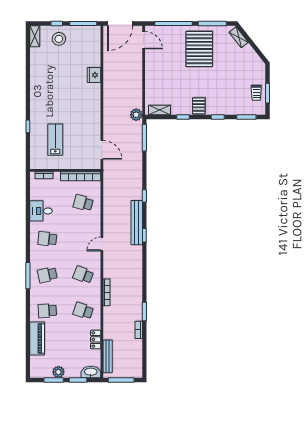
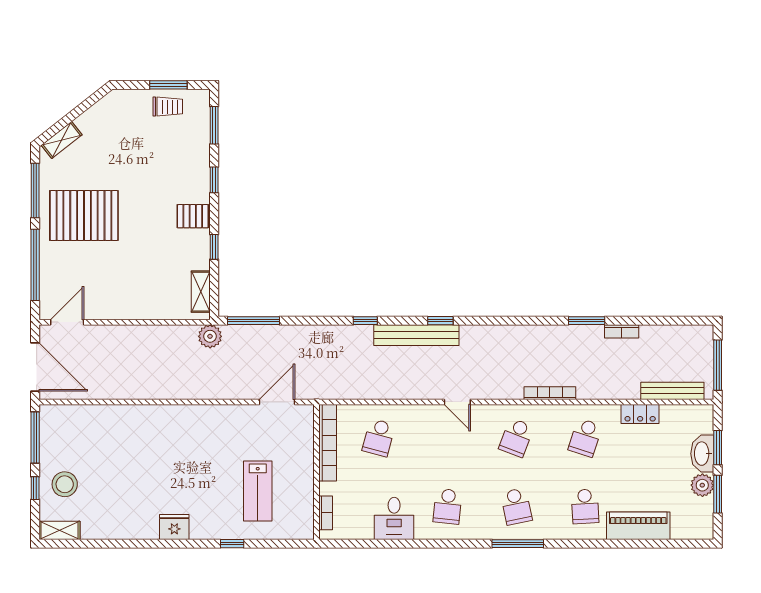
fridge: (94, 75) -> (174, 527), moved, turned 180
lab bench: (55, 140) -> (258, 491), turned -90
washbasin: (91, 372) -> (702, 454), moved

